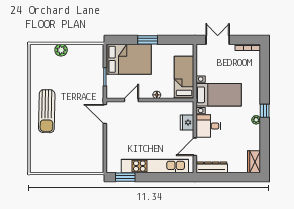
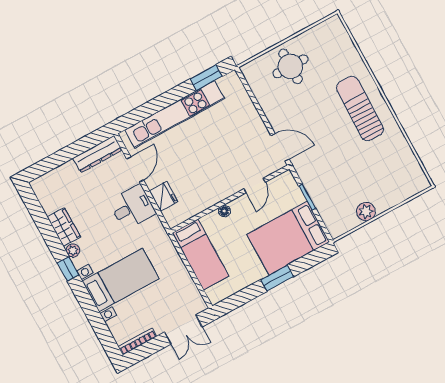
plant: (61, 50) -> (366, 212), moved
bed with nightstands: (219, 95) -> (121, 280), moved, turned 180
round table: (73, 157) -> (290, 66), added
wardrobe: (254, 162) -> (64, 227), moved

